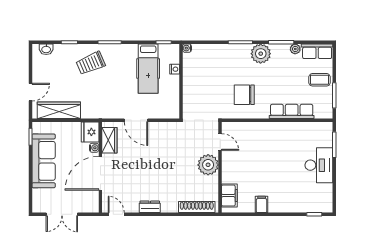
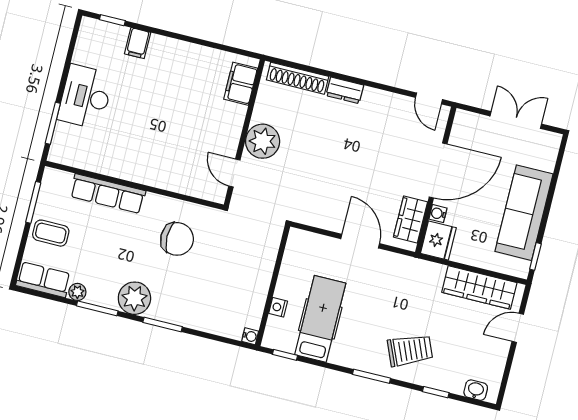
filing cabinet: (262, 204) -> (138, 43), moved
dresser: (150, 207) -> (345, 90), moved

